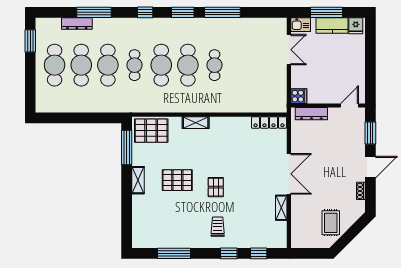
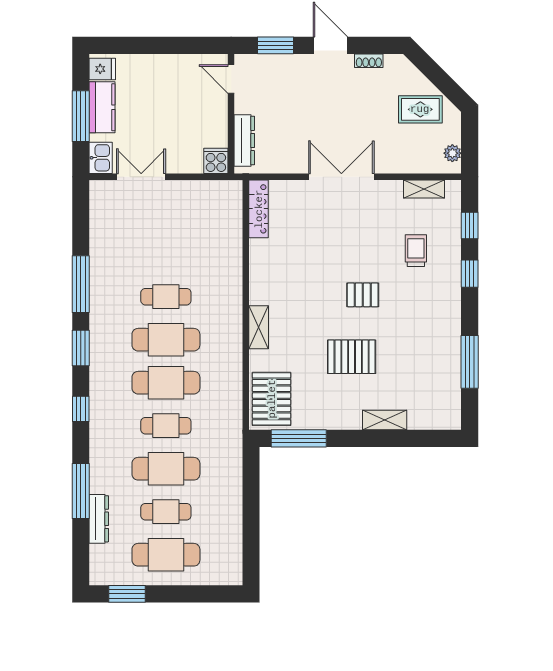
cafe table: (81, 65) -> (166, 512), width x0.73, depth x0.74
shelving: (138, 180) -> (385, 420), moved
pallet: (177, 180) -> (352, 357), turned 90
shelving: (281, 208) -> (424, 189), moved
trolley: (218, 227) -> (416, 251), moved, turned 90
plant: (304, 243) -> (452, 153), added

